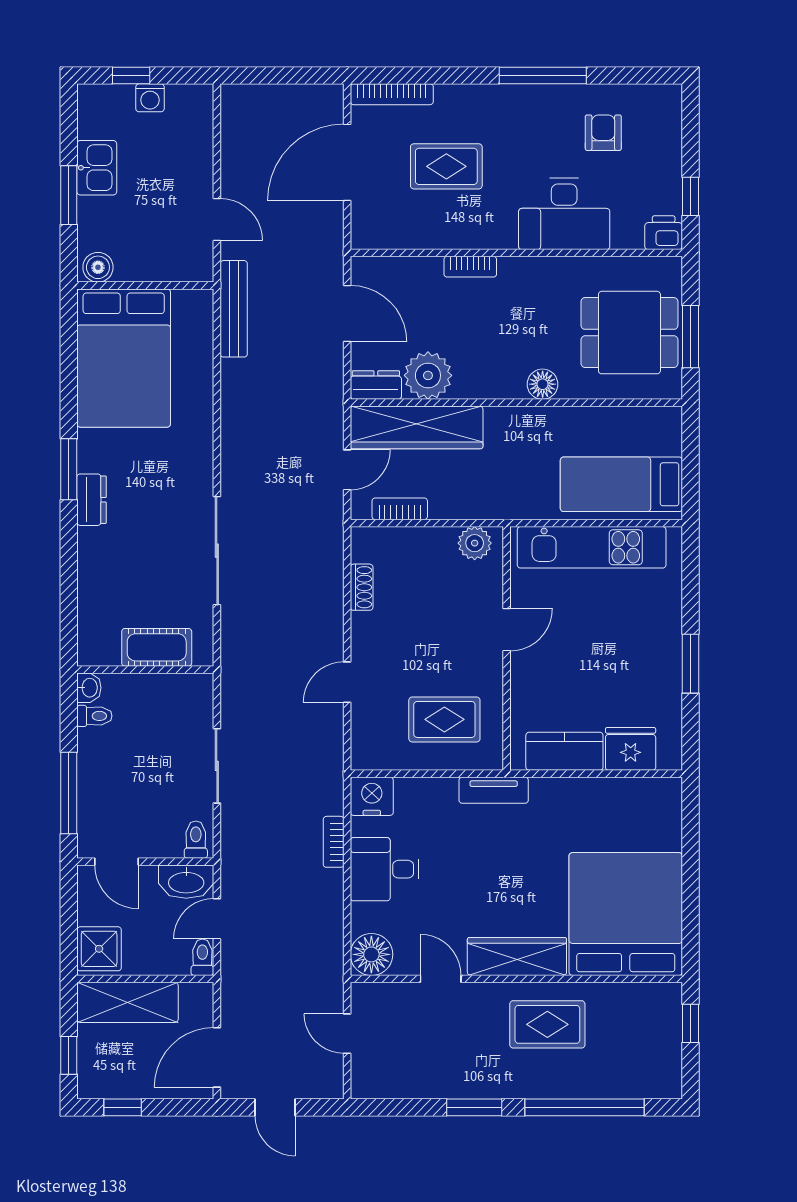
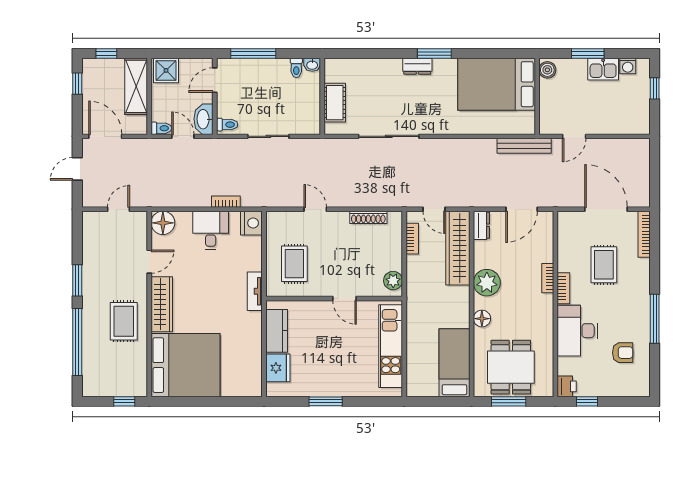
washing machine: (150, 98) -> (628, 66), moved, turned -90
bookcase: (488, 239) -> (563, 288), added
plant: (428, 375) -> (487, 283), moved
bed: (621, 484) -> (454, 363), moved
shoe rack: (362, 587) -> (368, 217), width x1.43

